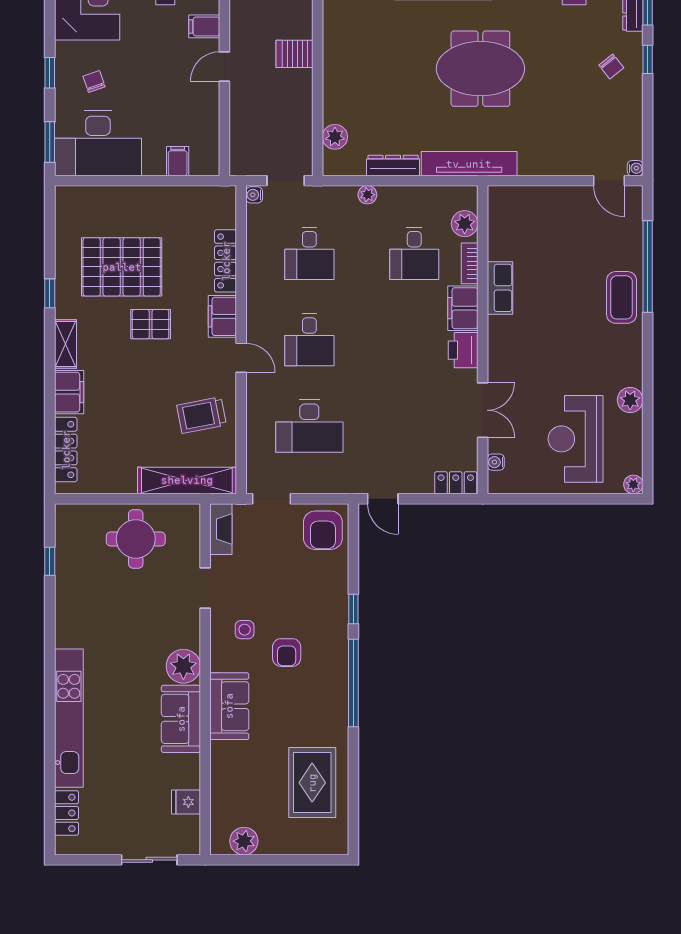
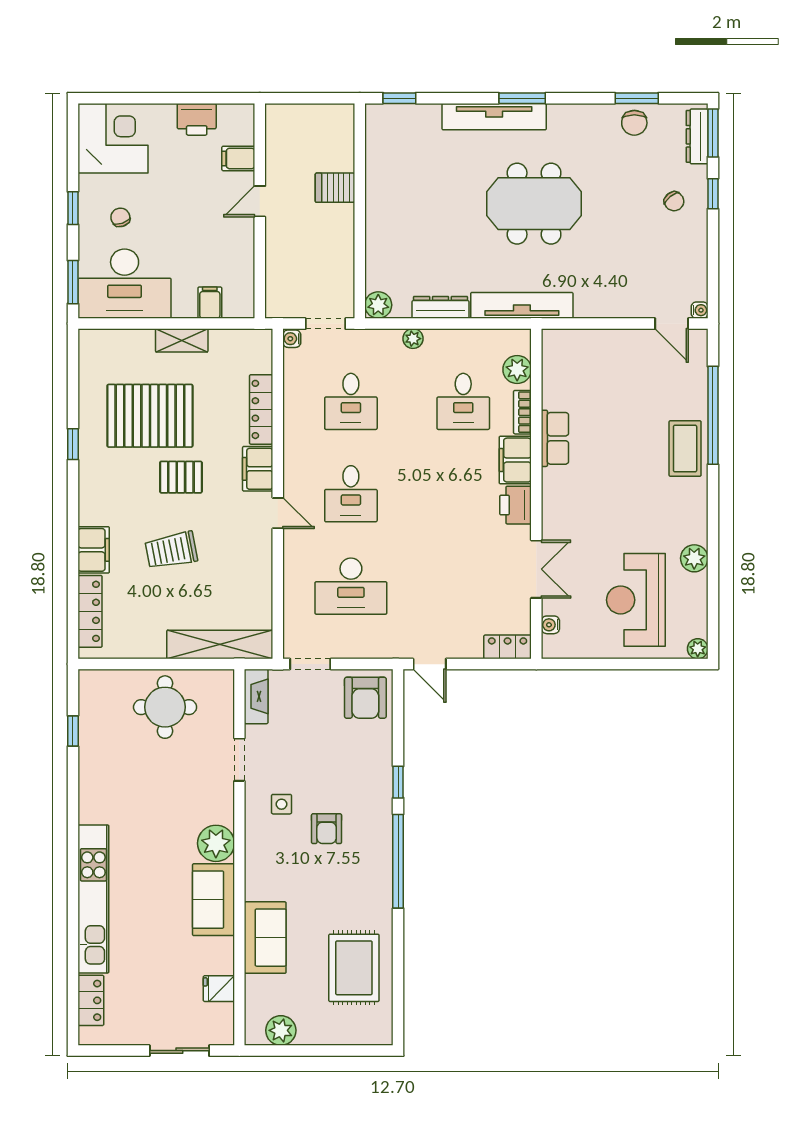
plant: (335, 137) -> (378, 305), moved
shelving: (65, 344) -> (182, 340), moved, turned 90
trolley: (202, 415) -> (171, 550), moved
sofa: (229, 706) -> (265, 938), moved

